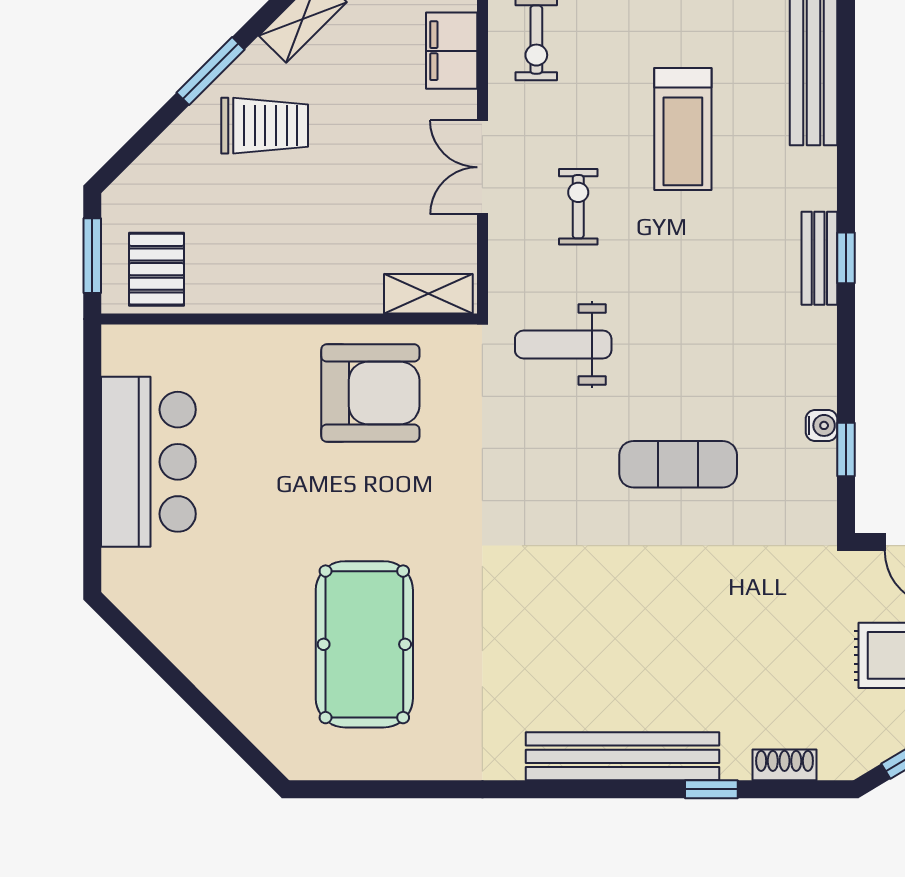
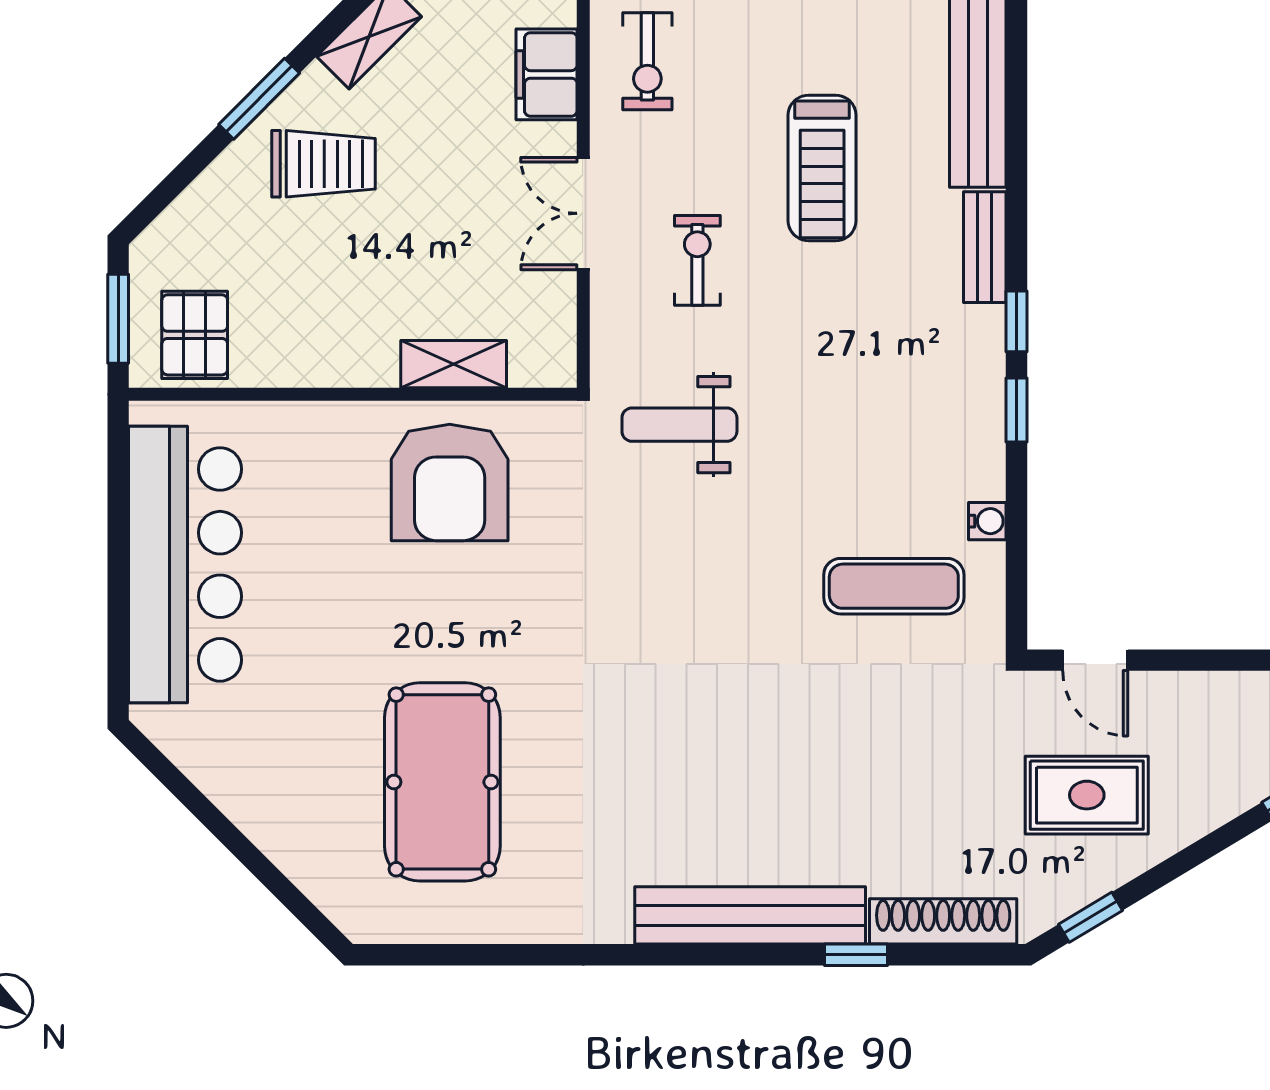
bench: (819, 258) -> (985, 247), moved
shelving: (428, 294) -> (454, 364), moved
armchair: (370, 393) -> (450, 482), turned 90
window: (846, 450) -> (1017, 410), moved
bar counter: (148, 462) -> (185, 564), width x1.36
exercise mat: (678, 464) -> (894, 586), moved
shoe rack: (785, 765) -> (943, 921), width x1.94, depth x1.24

